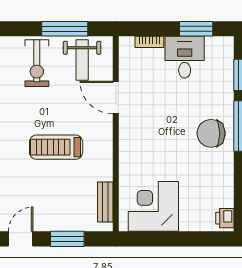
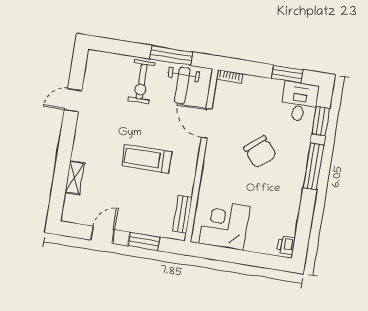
bookcase: (149, 42) -> (229, 77), moved
desk: (185, 57) -> (299, 102), moved
chair: (211, 133) -> (260, 152), moved, turned -130

